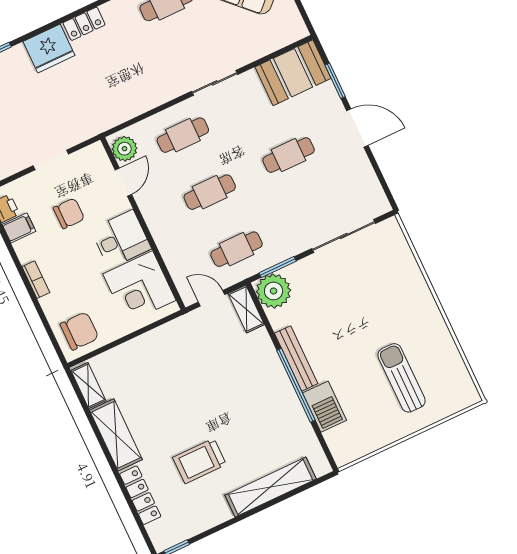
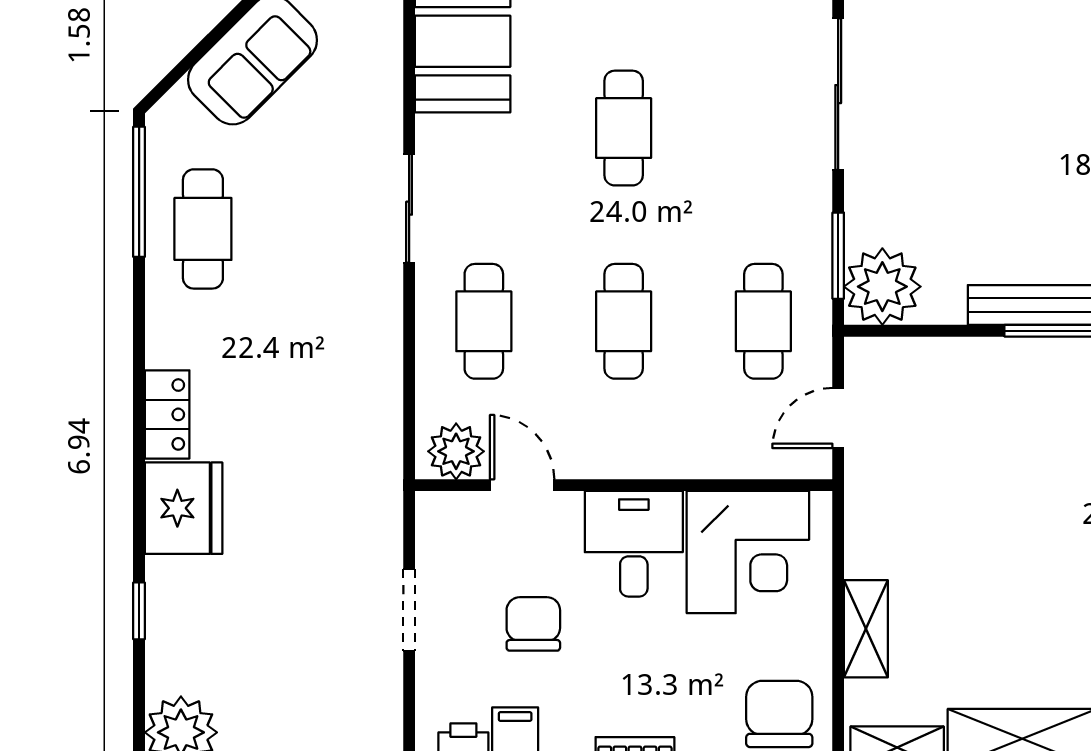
shelving: (246, 309) -> (866, 629), moved, turned 90

